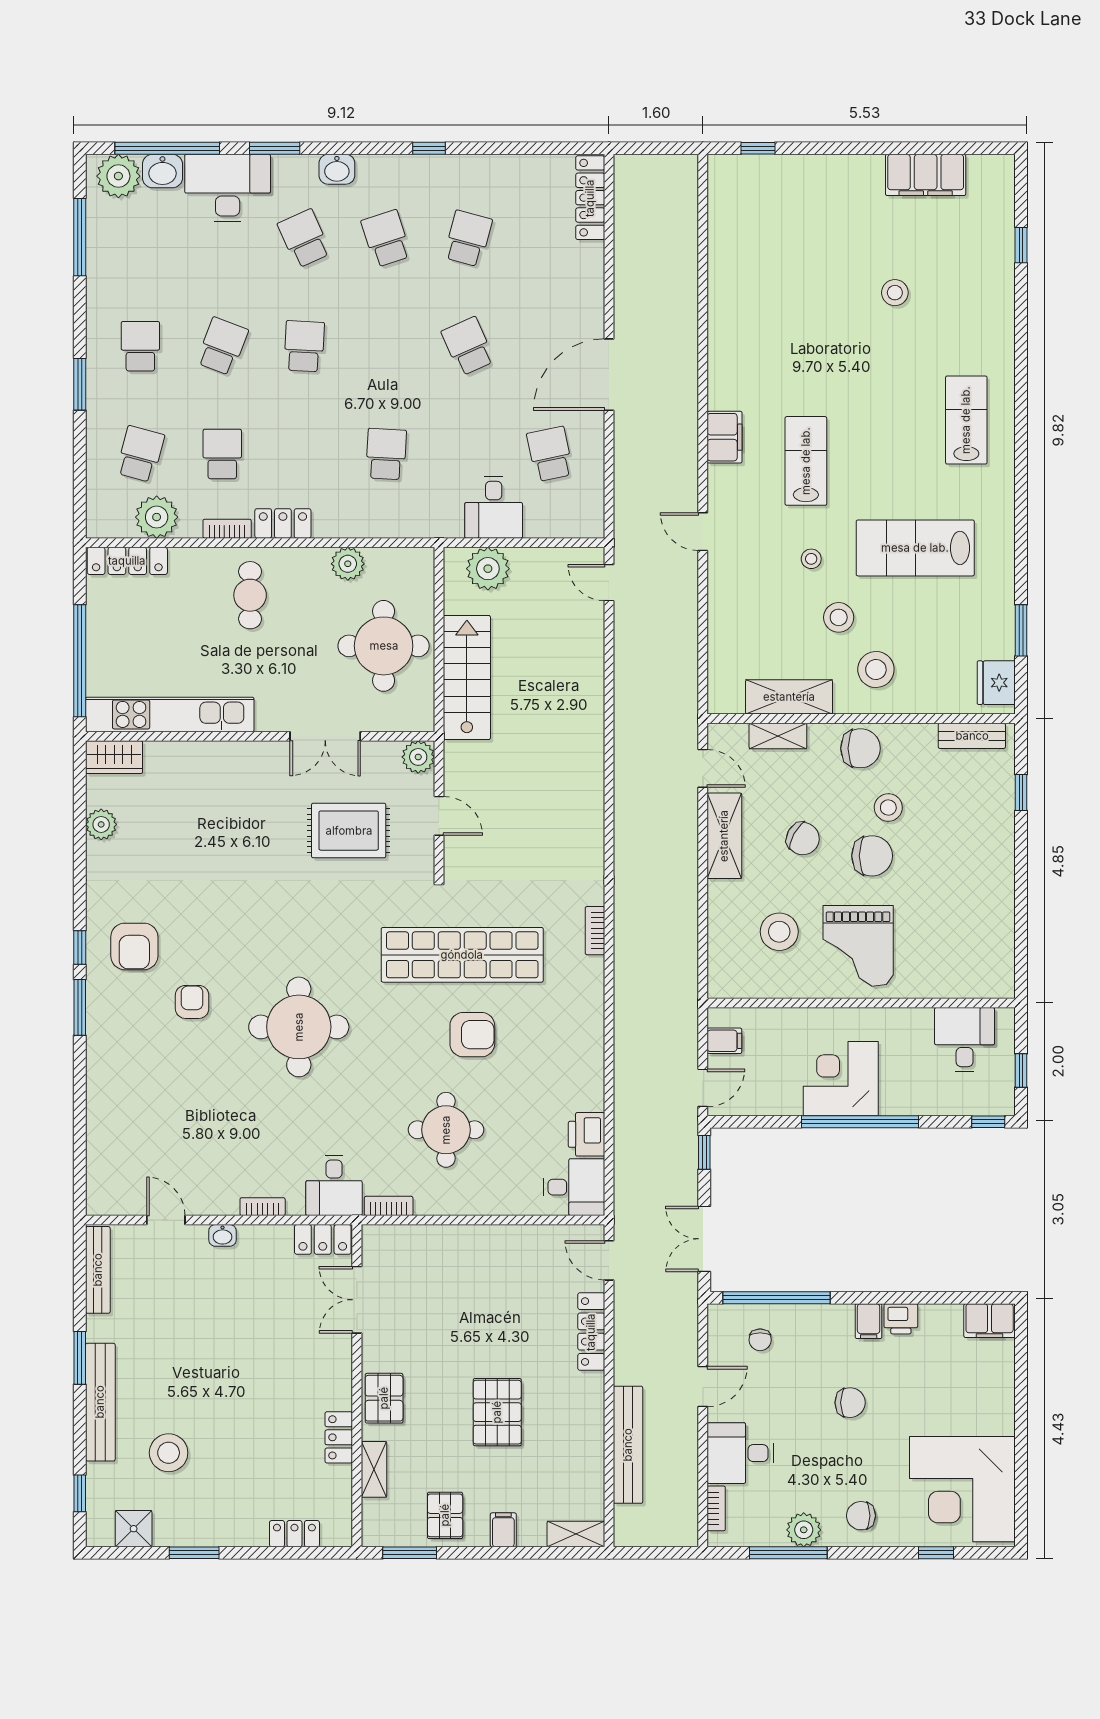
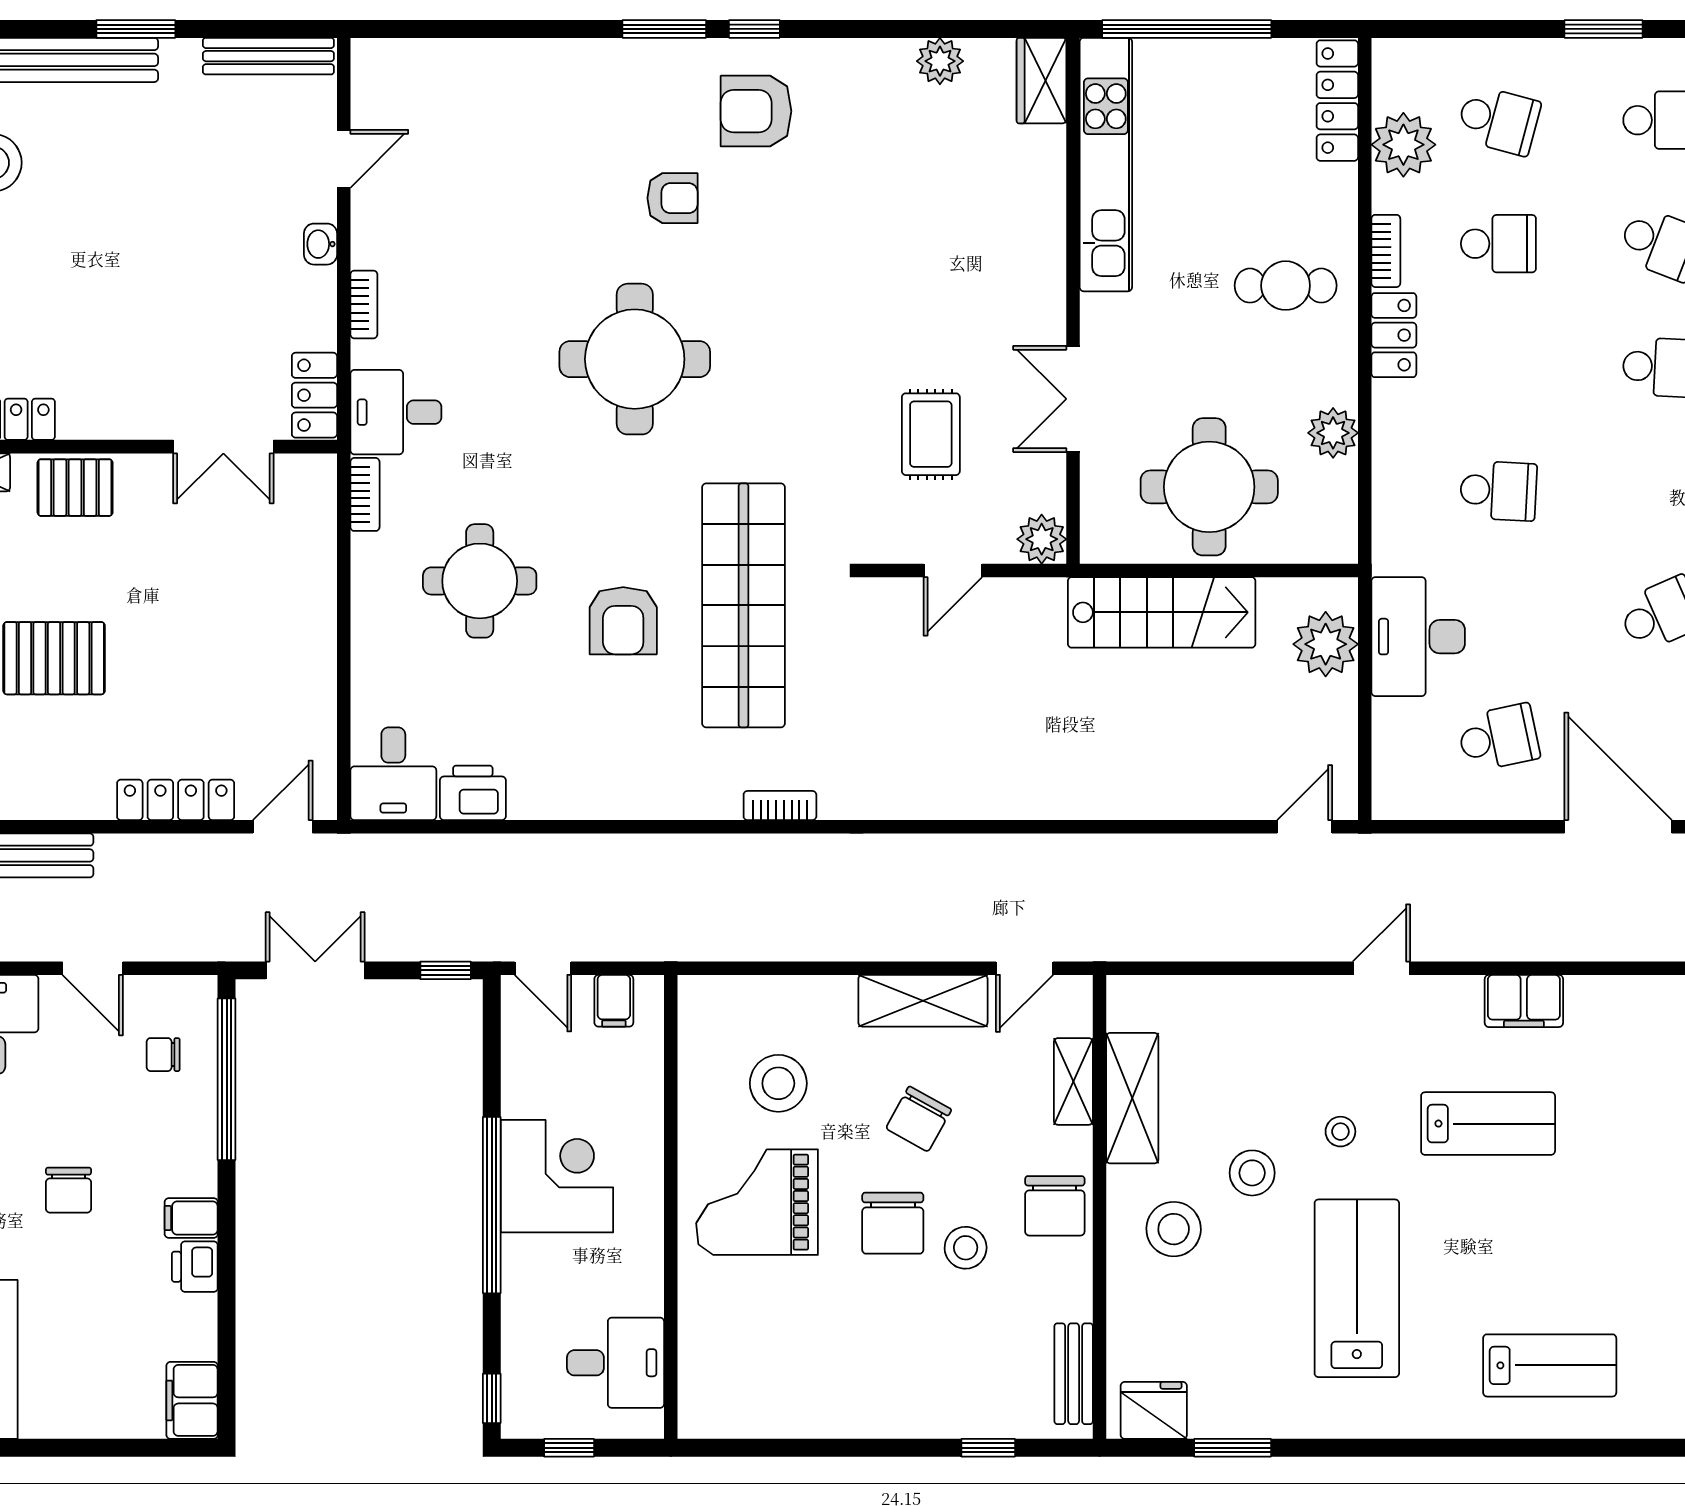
desk: (494, 507) -> (1418, 637), width x1.37
rug: (349, 831) -> (931, 434), width x0.73, depth x0.70
double door: (357, 1300) -> (223, 447), swing flipped

